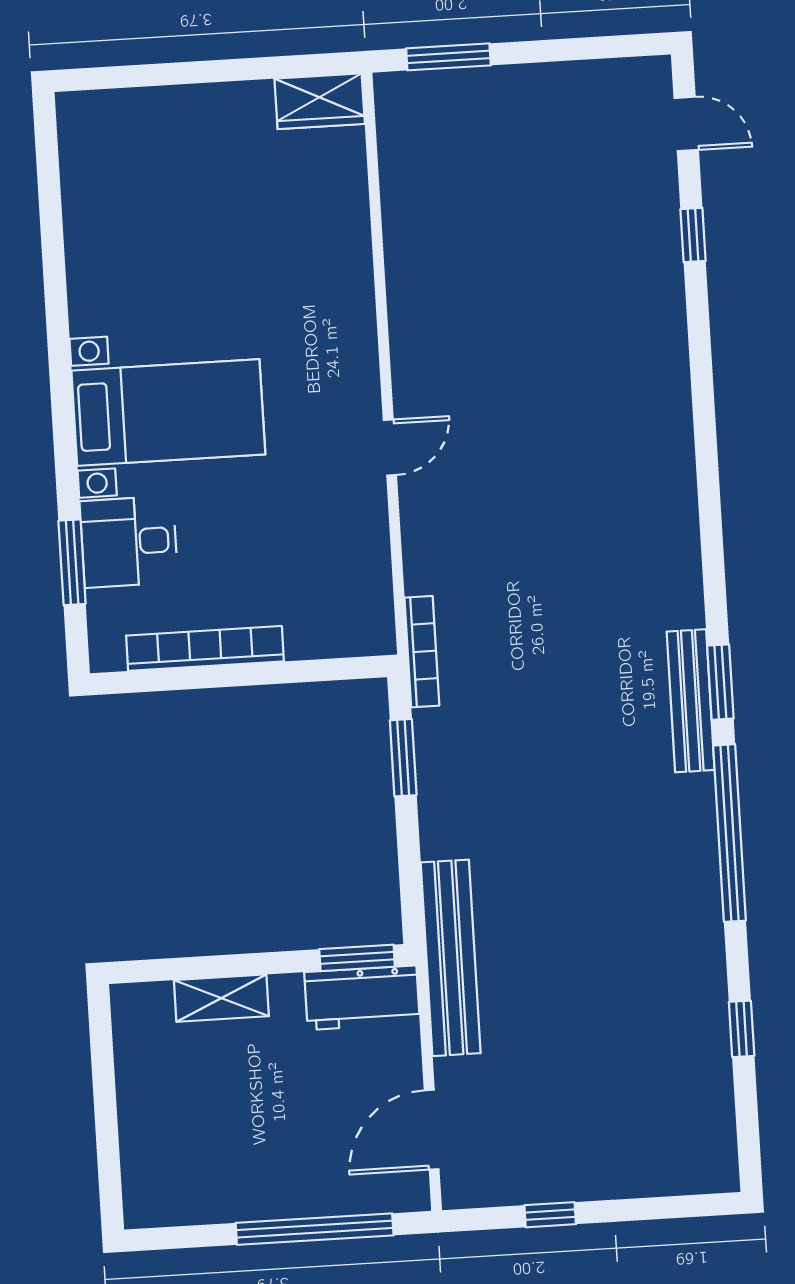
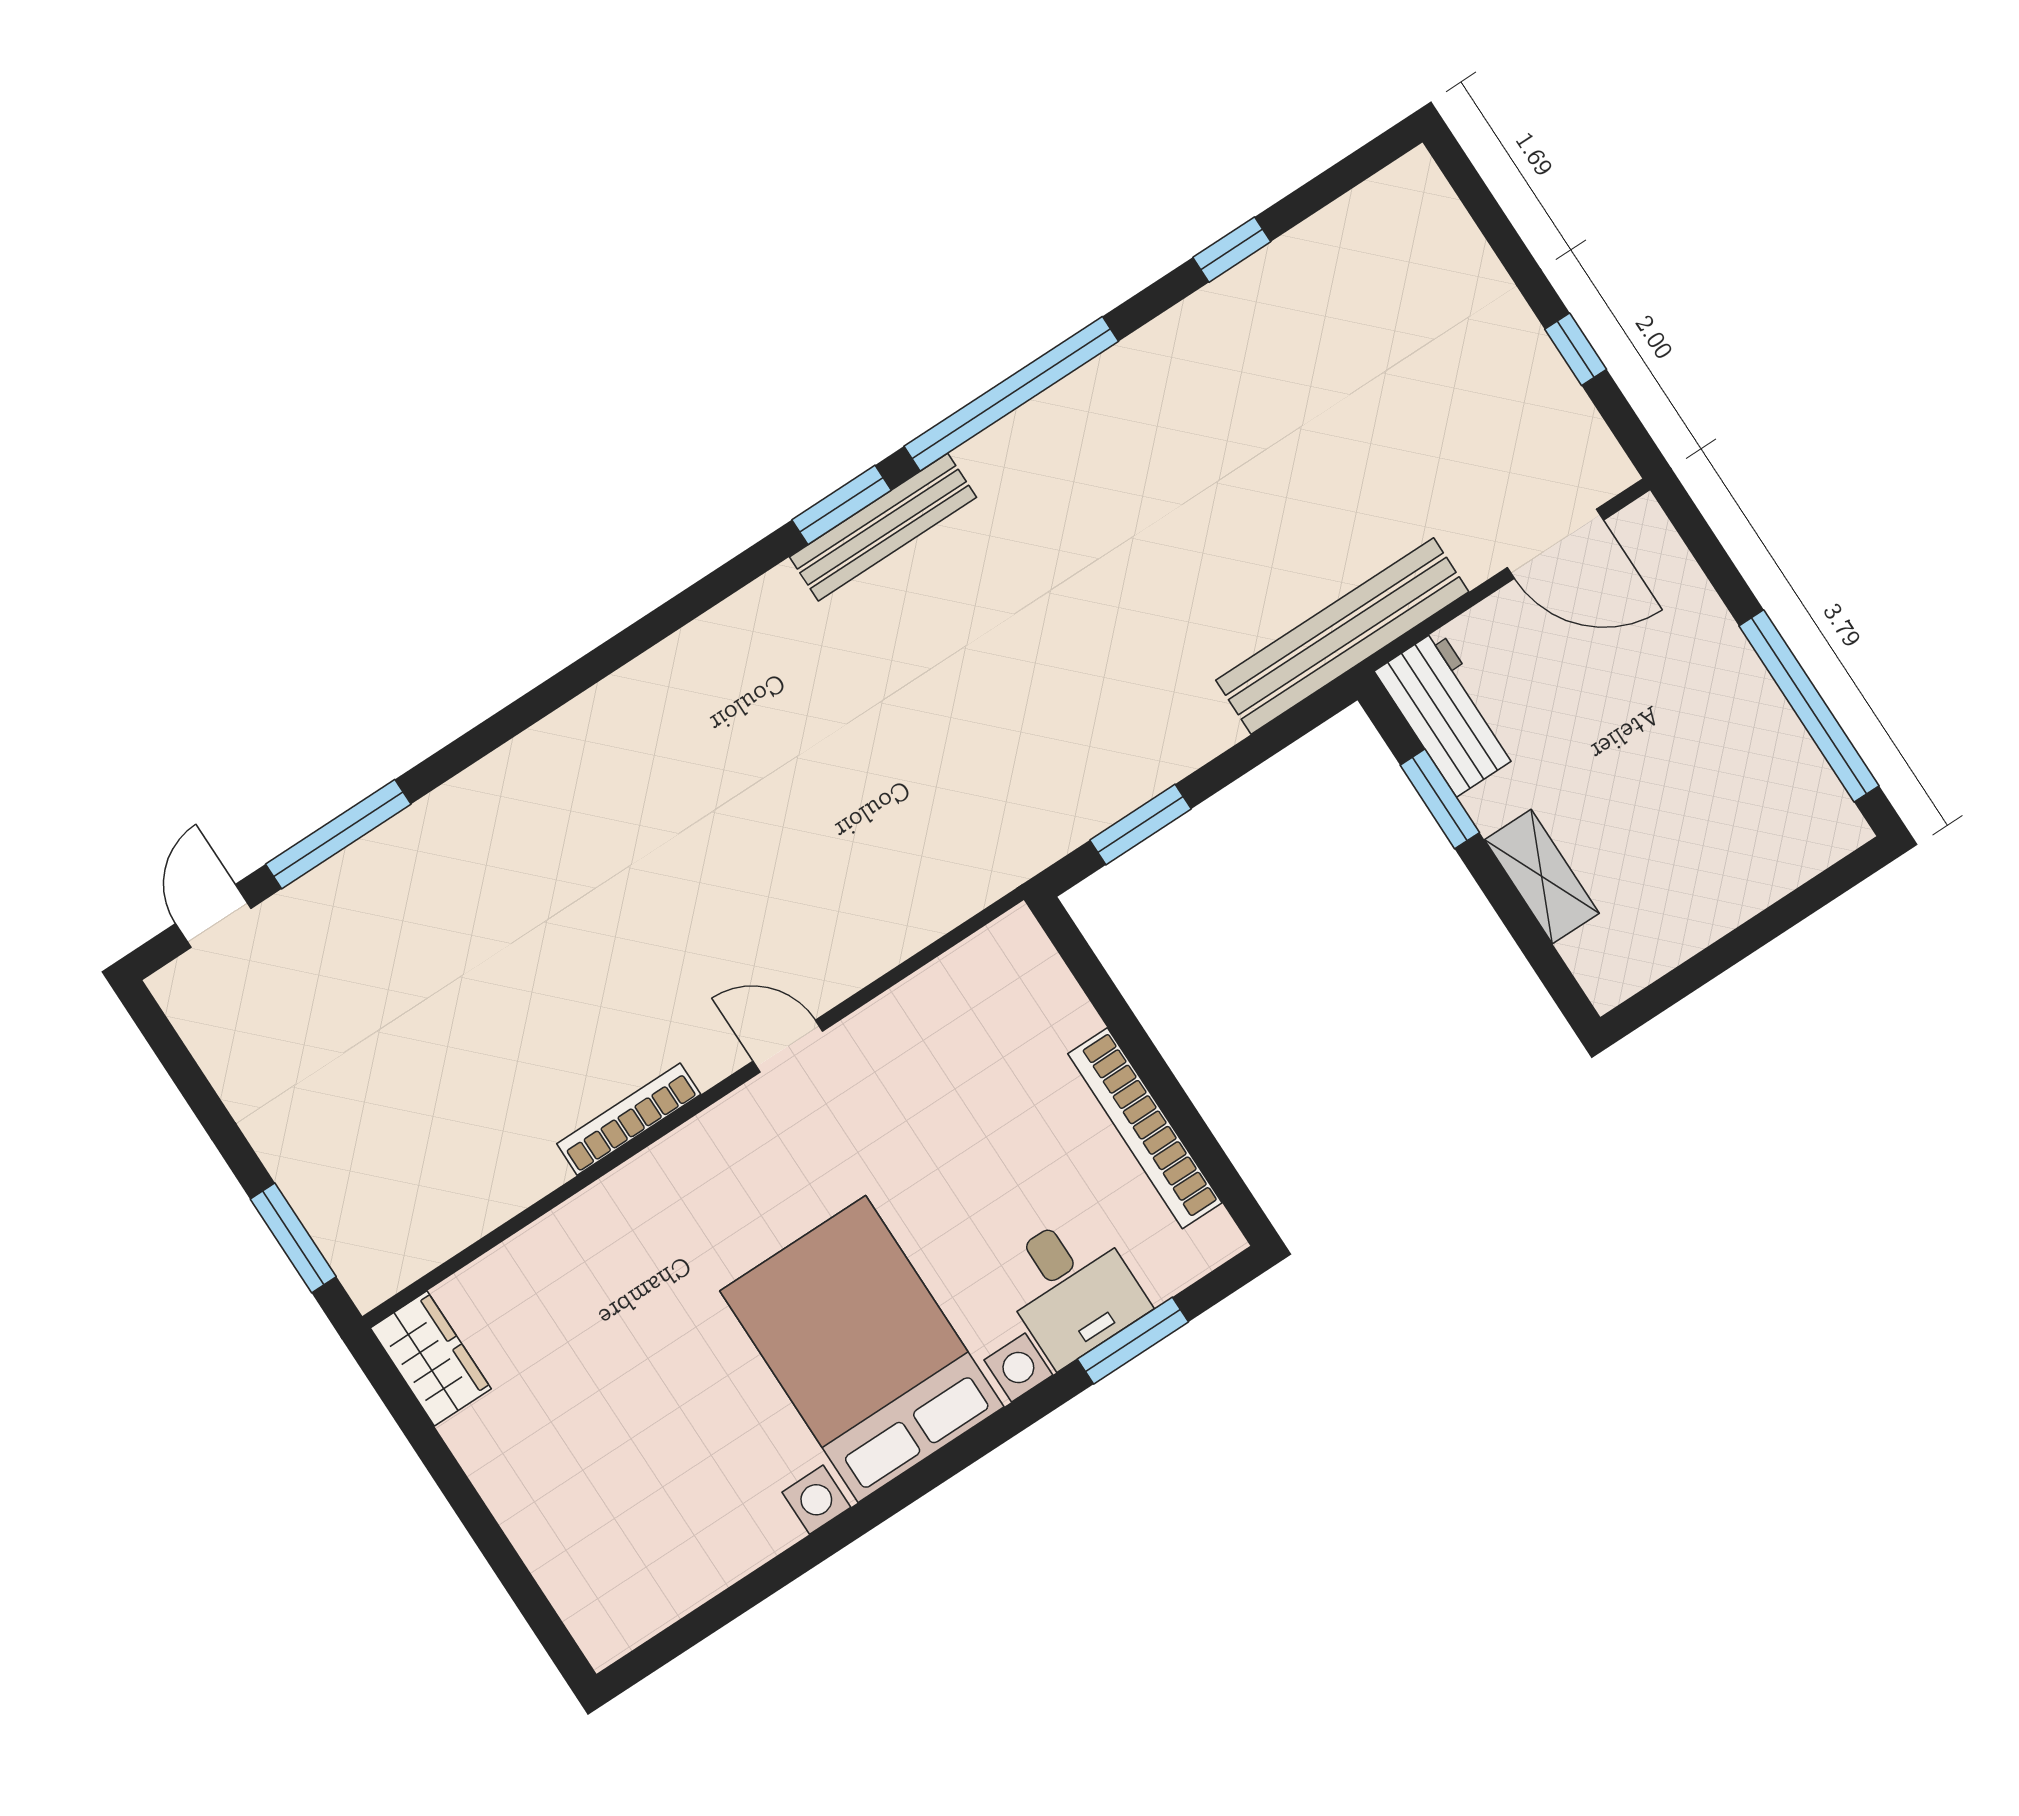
window: (693, 235) -> (338, 834), width x2.17
bed with nightstands: (168, 413) -> (862, 1349), width x1.36
bookcase: (422, 652) -> (629, 1119), moved
window: (357, 958) -> (1440, 799), moved
window: (315, 1229) -> (1809, 706), moved

